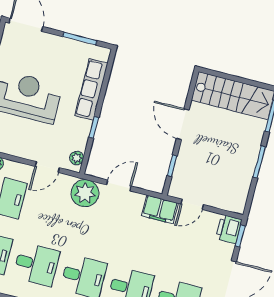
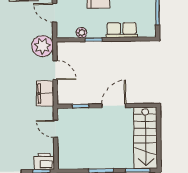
row of seats: (91, 89) -> (122, 30), width x0.68
plant: (77, 158) -> (81, 33), moved
filing cabinet: (160, 209) -> (45, 93), moved

